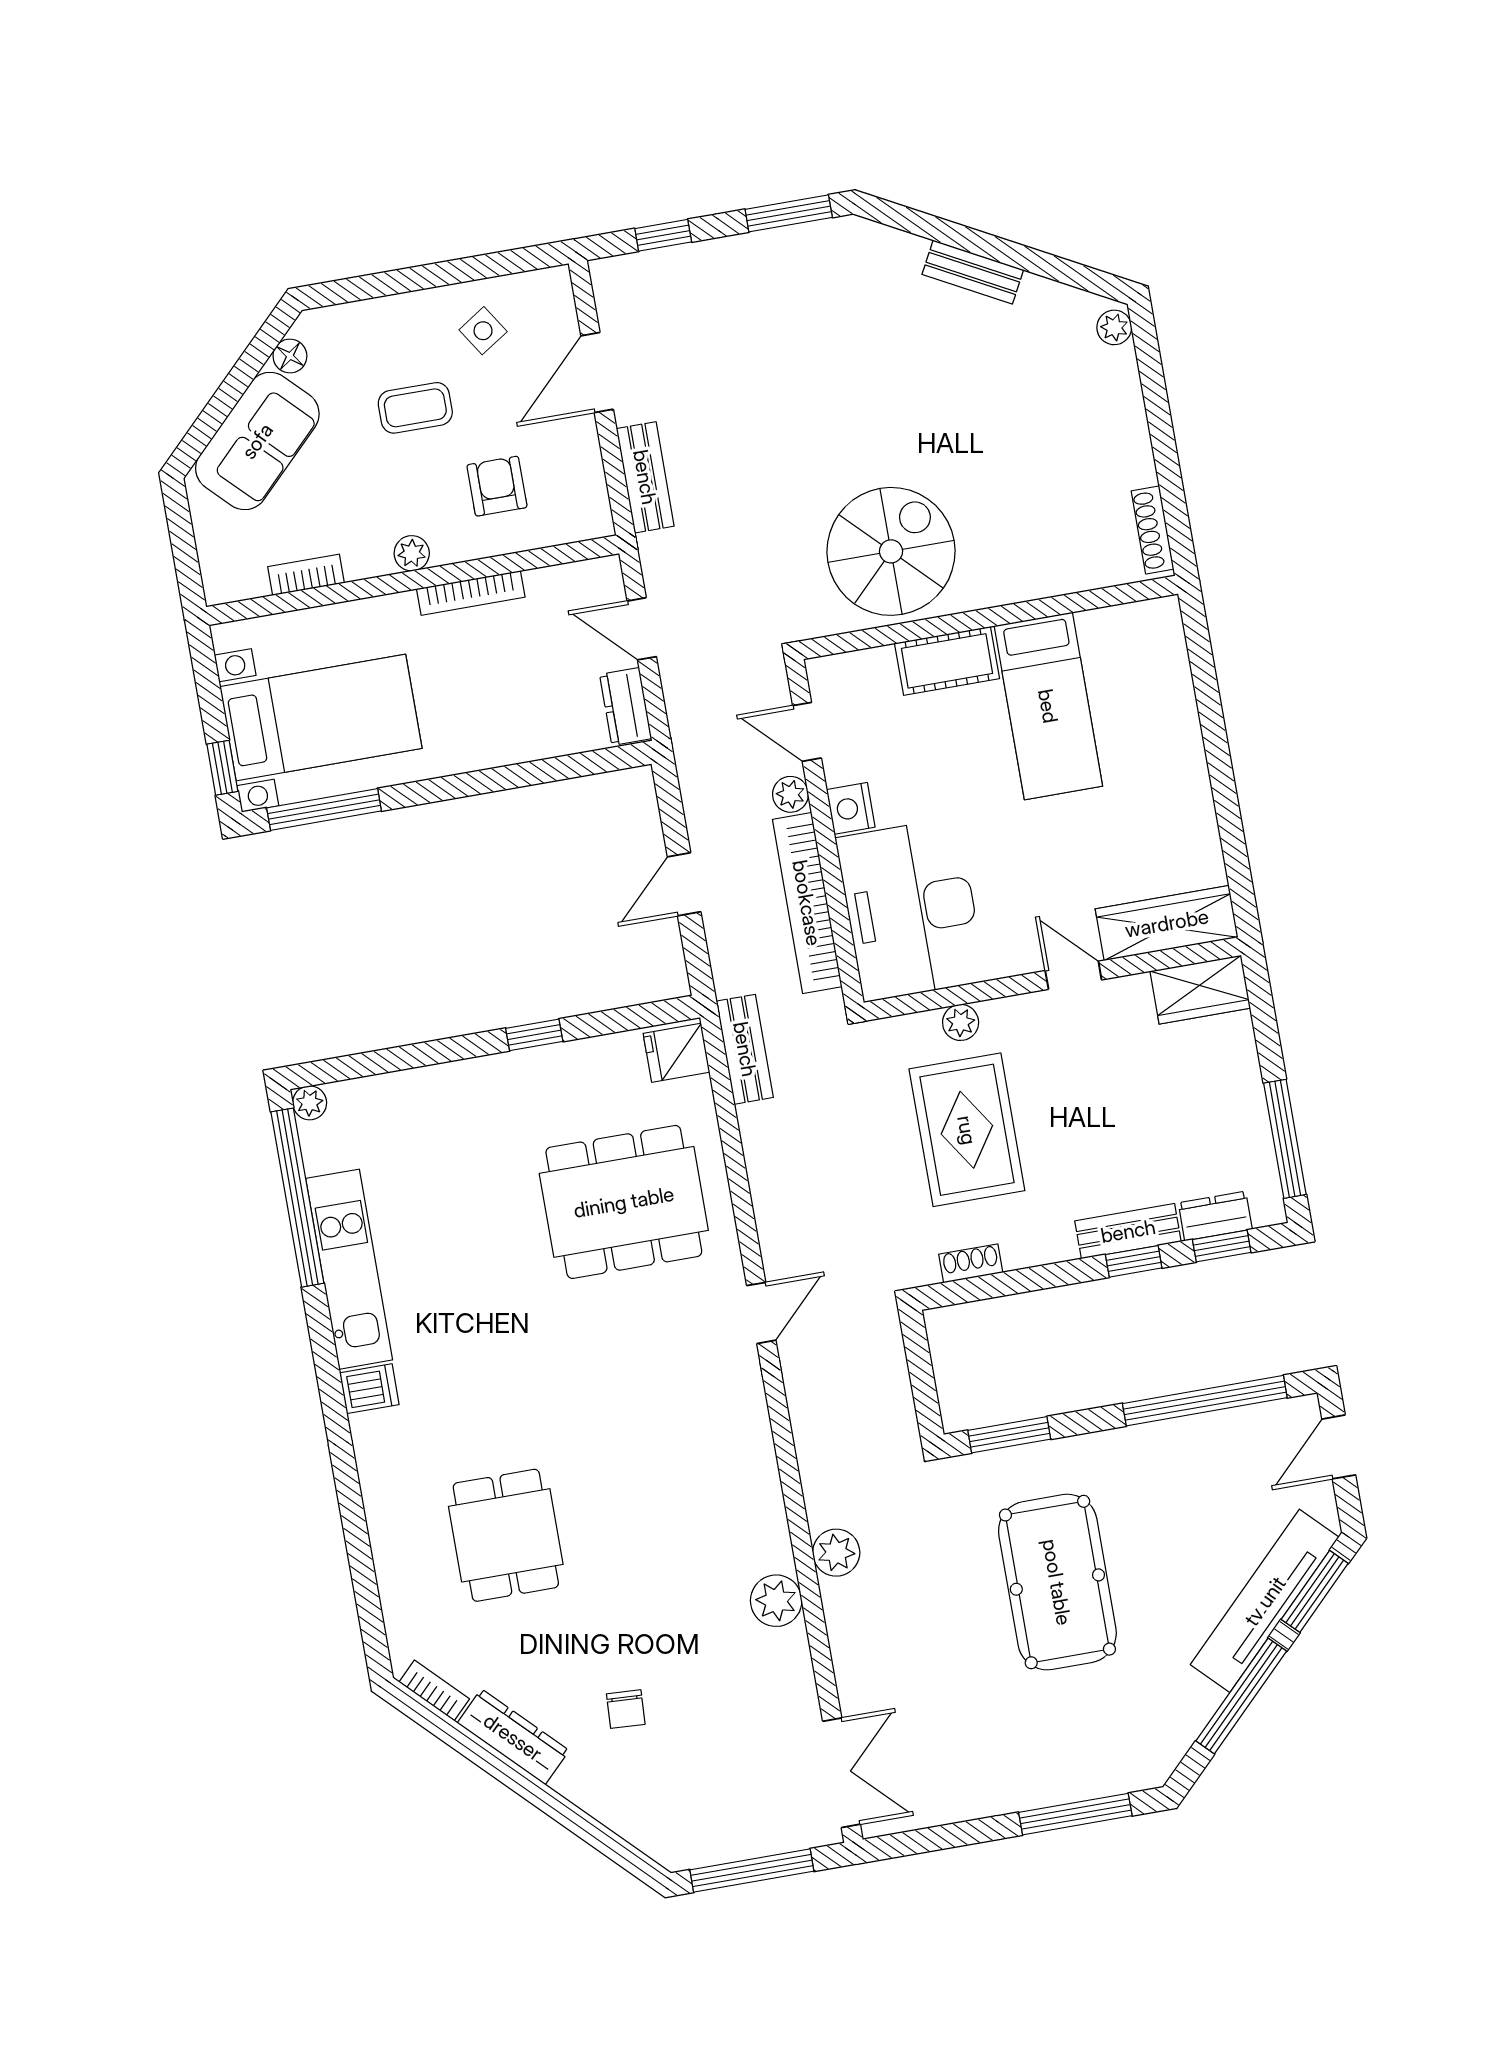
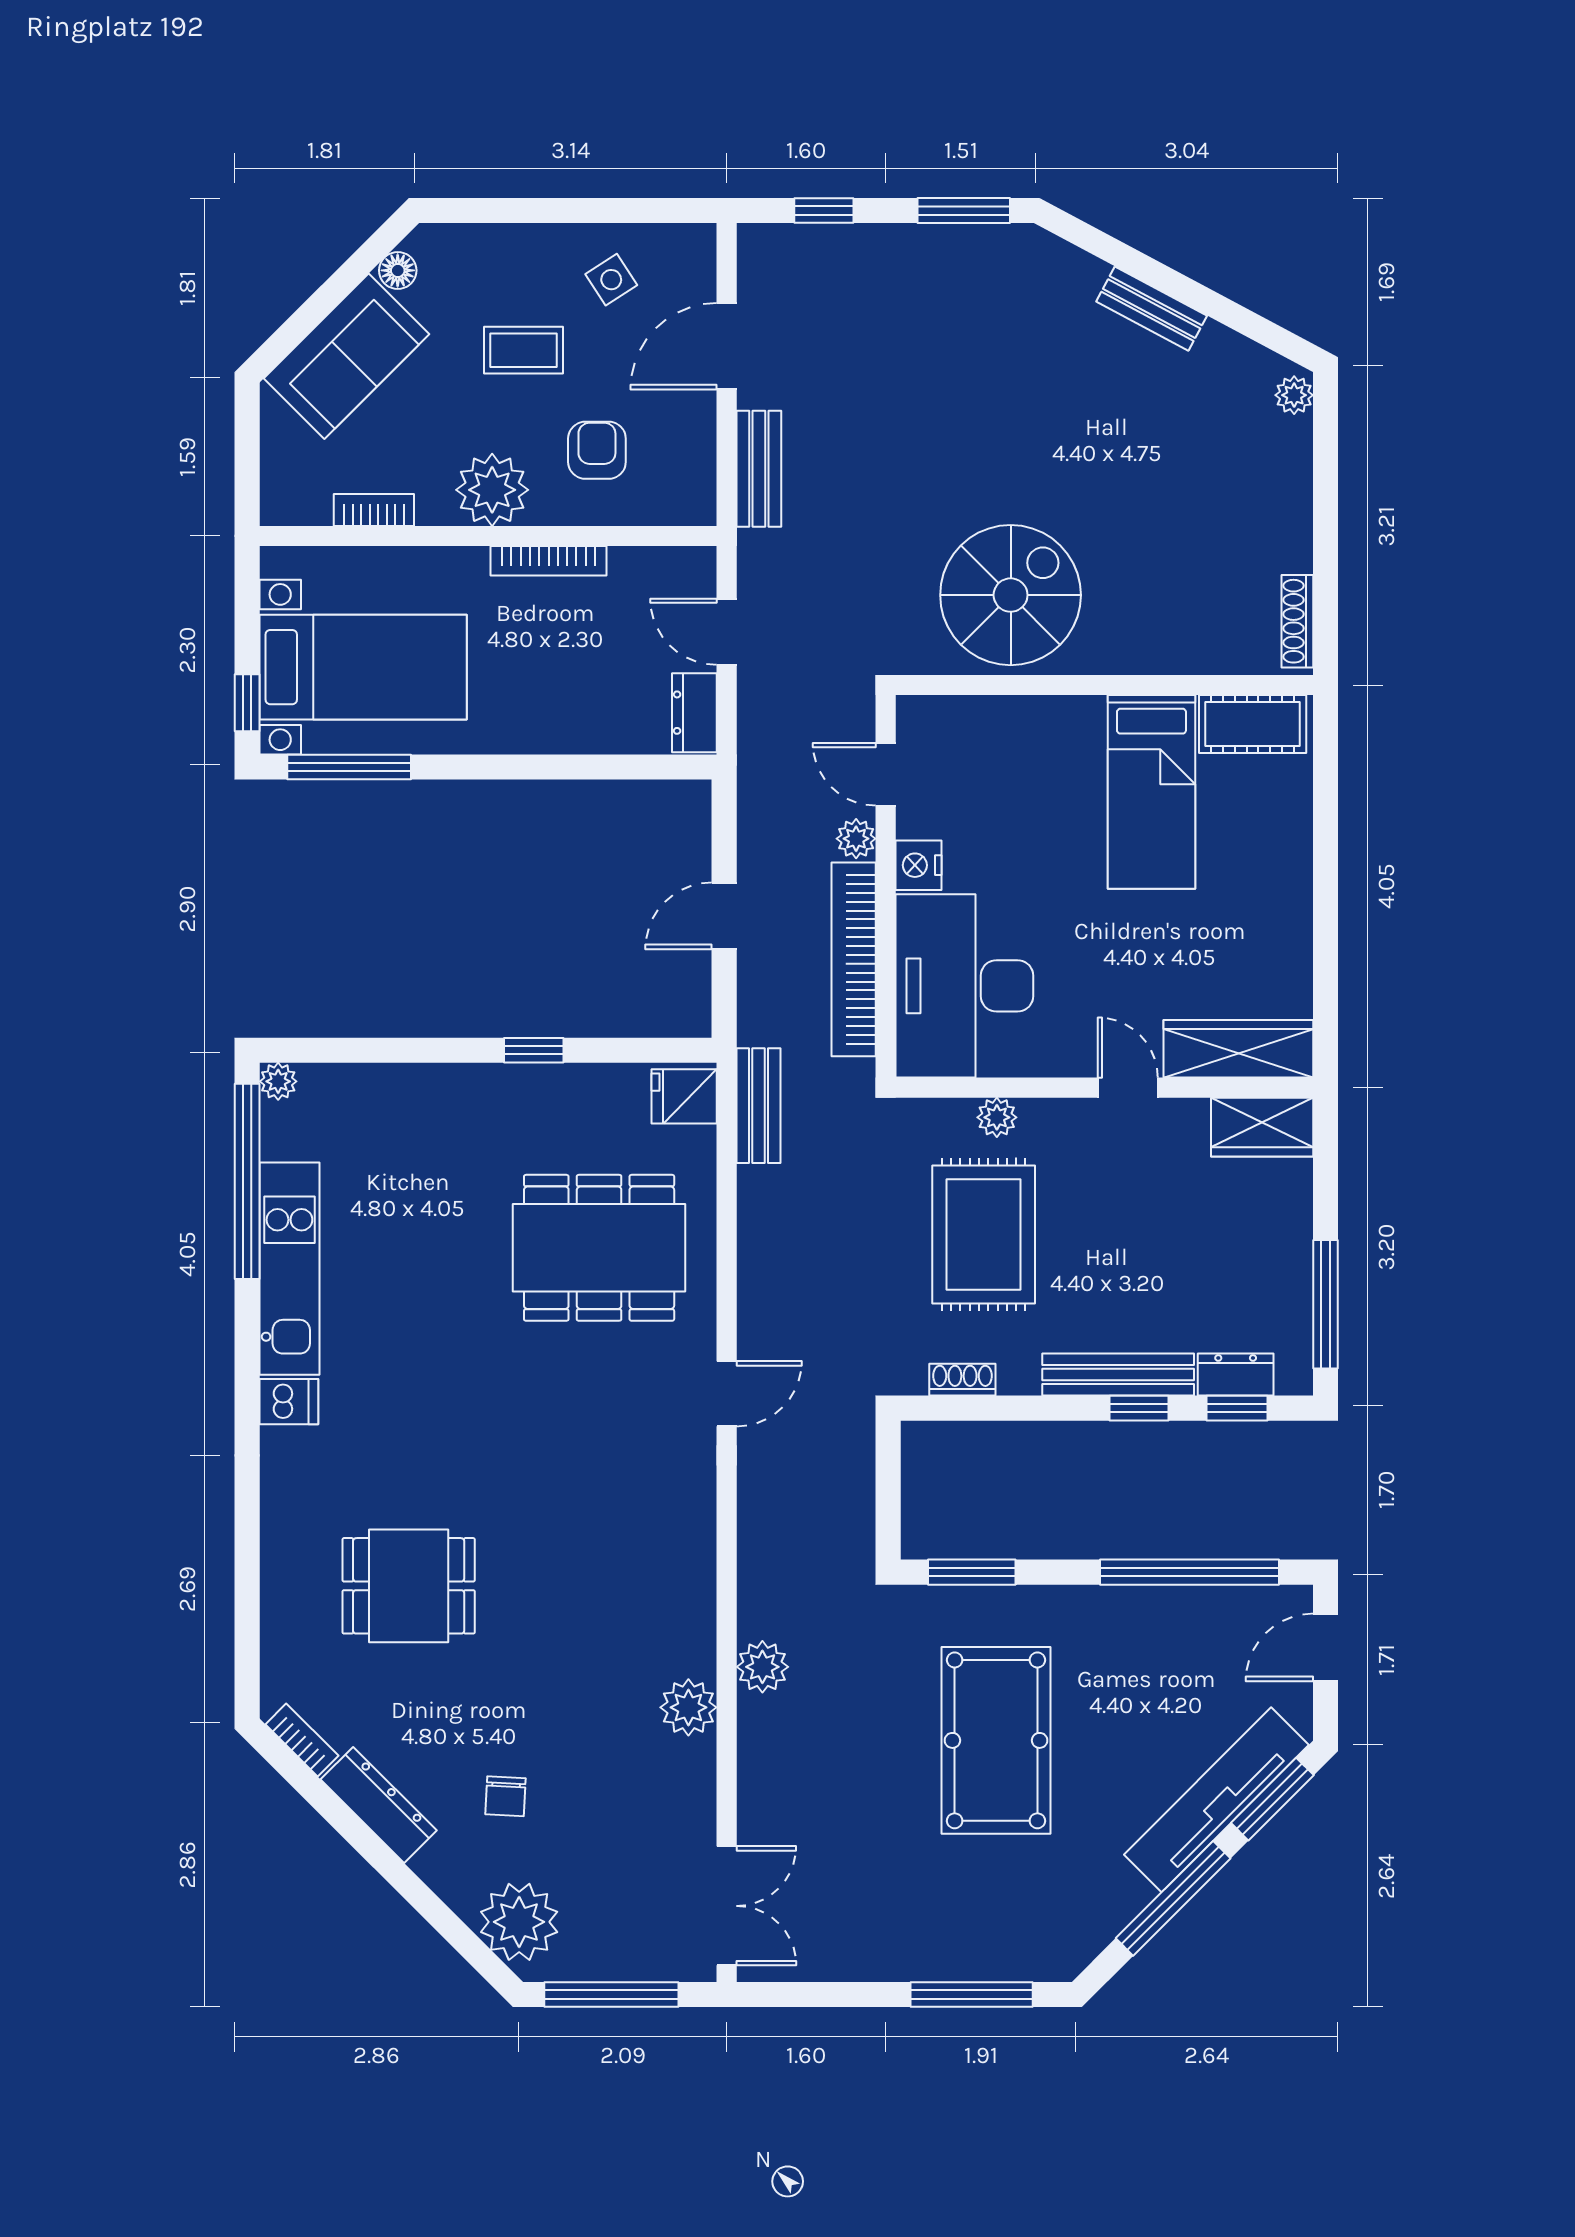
plant: (412, 553) -> (492, 490), width x1.88, depth x1.88
cot: (947, 661) -> (1253, 724), moved
bench: (1128, 1231) -> (1118, 1374), width x1.36
dining table: (506, 1535) -> (409, 1586), turned 90
plant: (658, 1820) -> (519, 1922), added

